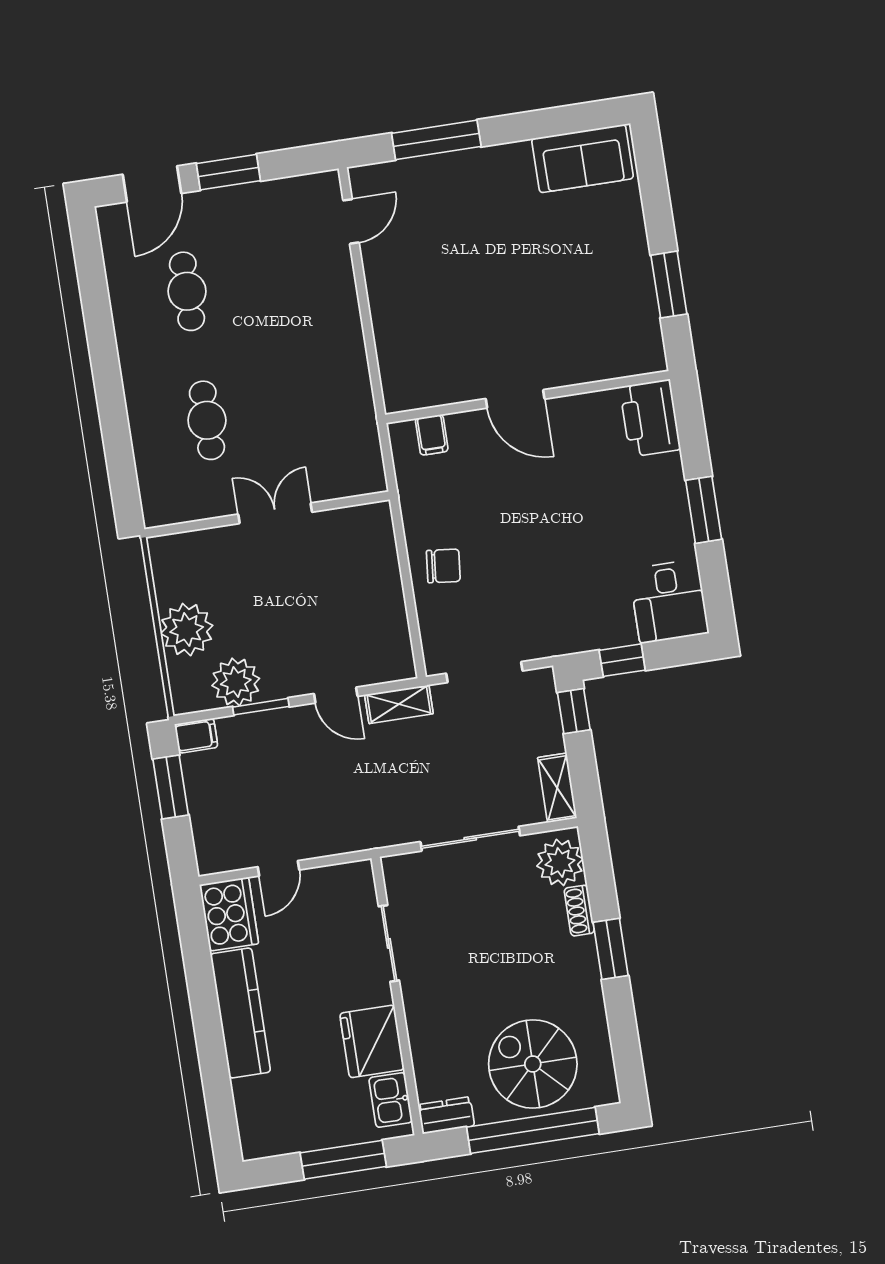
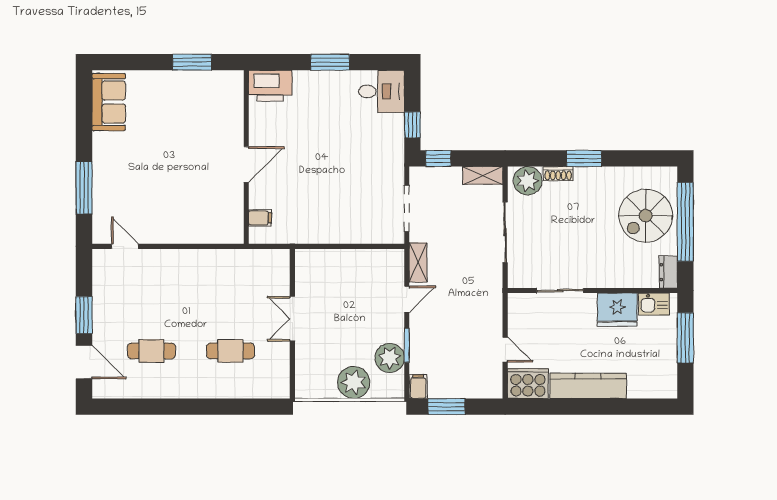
chair: (443, 566) -> (339, 223), removed

